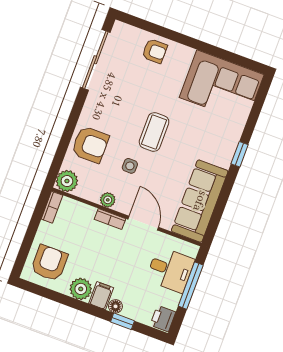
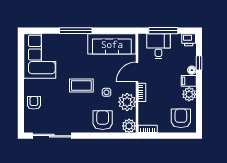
window: (240, 154) -> (76, 31), width x2.17
plant: (108, 200) -> (127, 102), width x1.88, depth x1.88
armchair: (49, 263) -> (181, 118), turned 90

